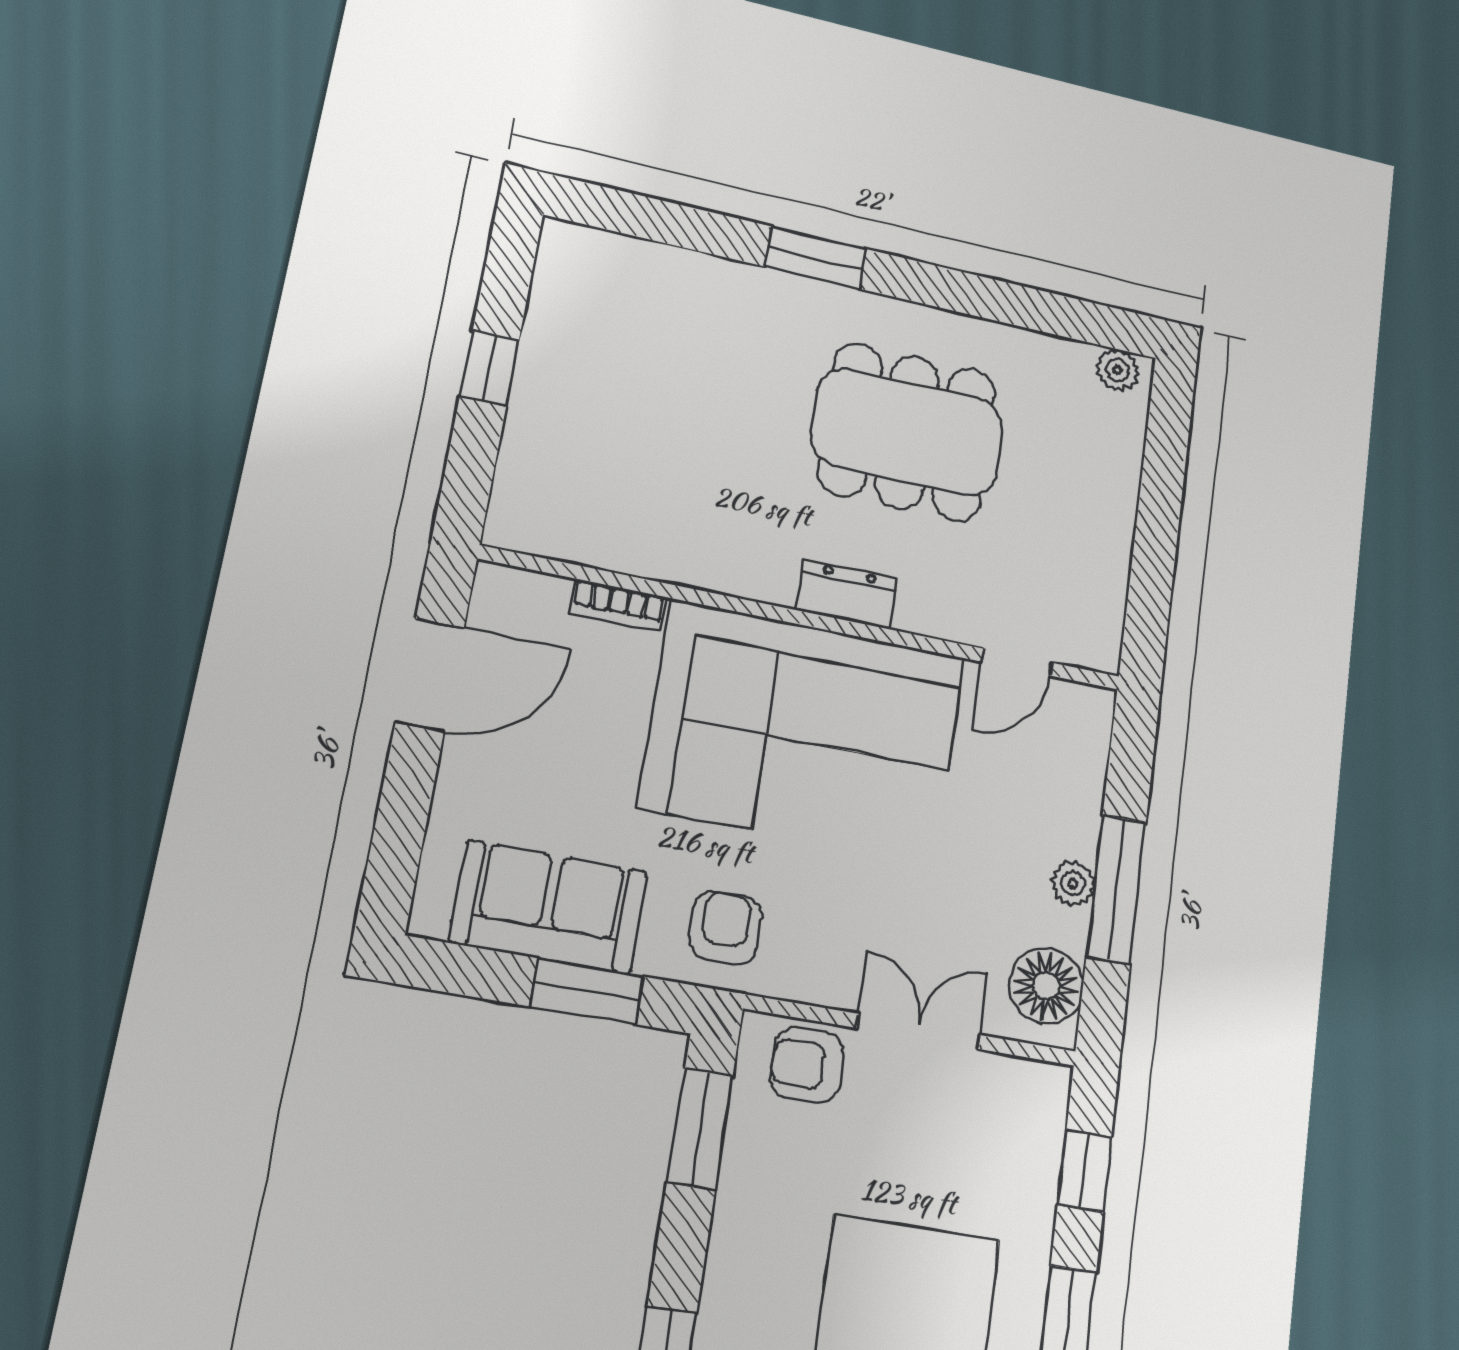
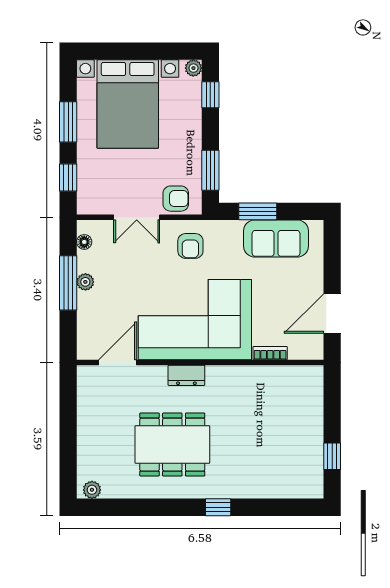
window: (816, 258) -> (218, 507), width x0.67
window: (490, 368) -> (332, 456), moved
door: (1017, 662) -> (118, 362), width x1.38
armchair: (725, 928) -> (190, 246), moved
floor lamp: (1046, 986) -> (84, 242), width x0.53, depth x0.53

